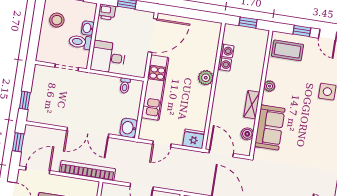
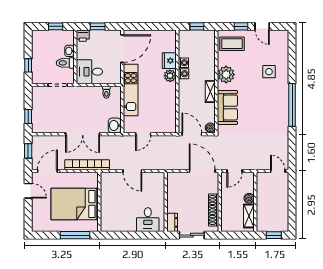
stool: (57, 20) -> (44, 48), removed
window: (35, 38) -> (28, 65), added
washing machine: (227, 51) -> (184, 74), moved
plant: (269, 86) -> (226, 75), width x1.88, depth x1.88
boiler: (247, 134) -> (210, 128), moved
fridge: (194, 139) -> (169, 61), moved, turned -90

